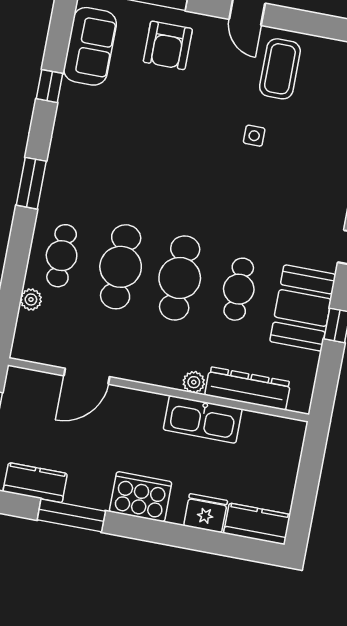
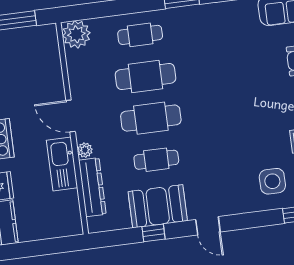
side table: (254, 136) -> (272, 181), moved, width x1.87, depth x1.87
plant: (31, 299) -> (76, 34), moved, width x1.87, depth x1.87
door: (87, 376) -> (71, 116), moved

